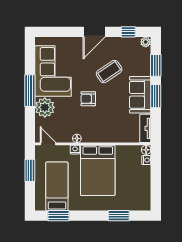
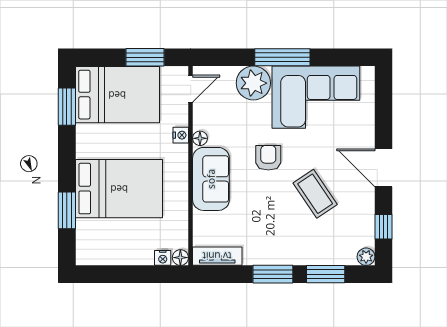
sofa: (140, 95) -> (211, 179), moved, turned 90
bed: (98, 170) -> (119, 189), moved, turned 180
bed: (57, 186) -> (117, 95), width x1.50

